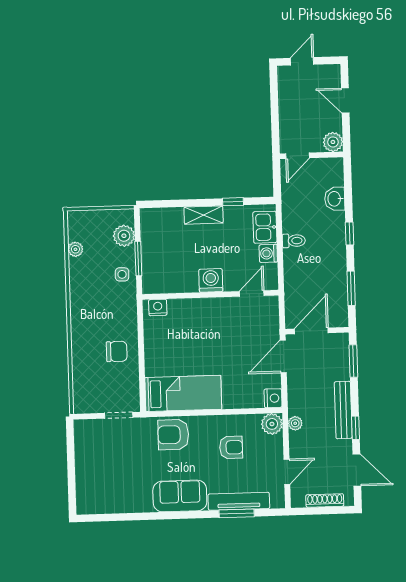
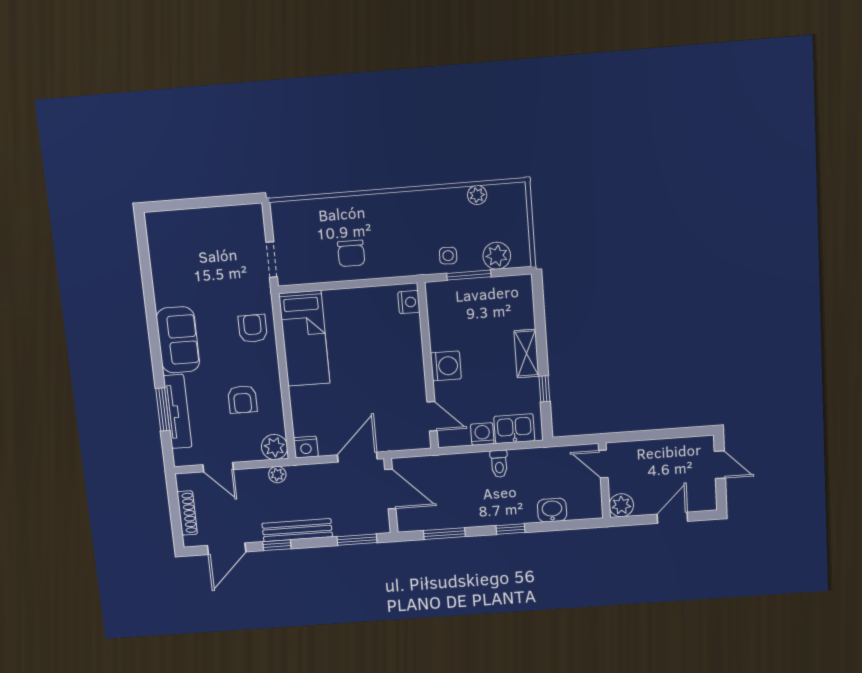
door: (283, 356) -> (357, 457), hinge flipped
armchair: (173, 435) -> (253, 328), width x0.72, depth x0.72

